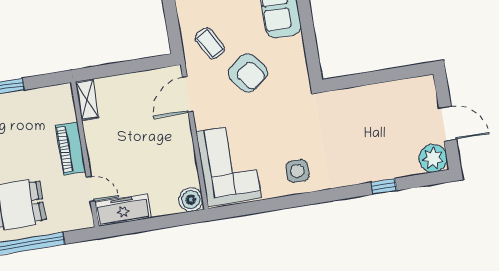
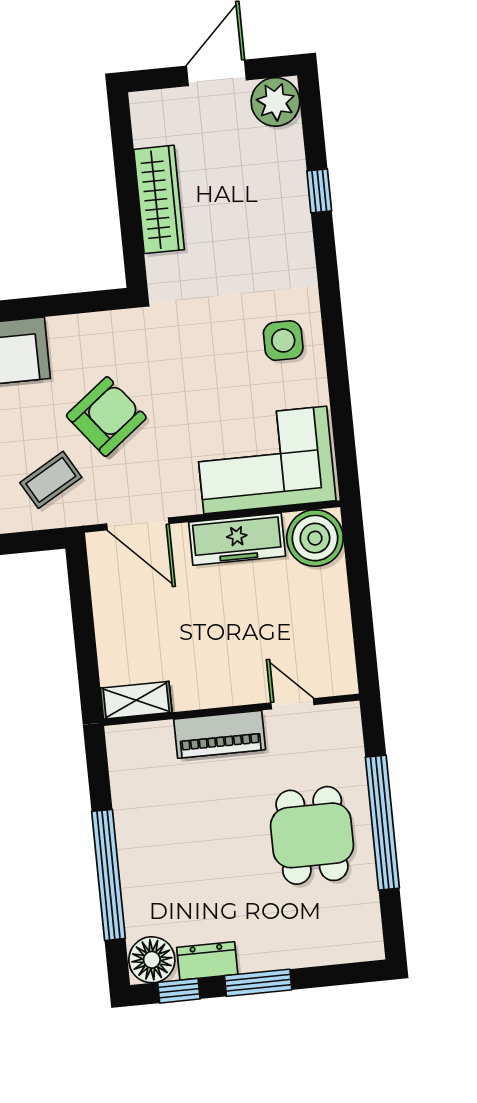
wardrobe: (373, 95) -> (159, 199), added
door: (91, 189) -> (292, 704), hinge flipped
boiler: (191, 200) -> (315, 538), width x1.37, depth x1.37
freezer: (123, 210) -> (237, 539), moved, turned -90

